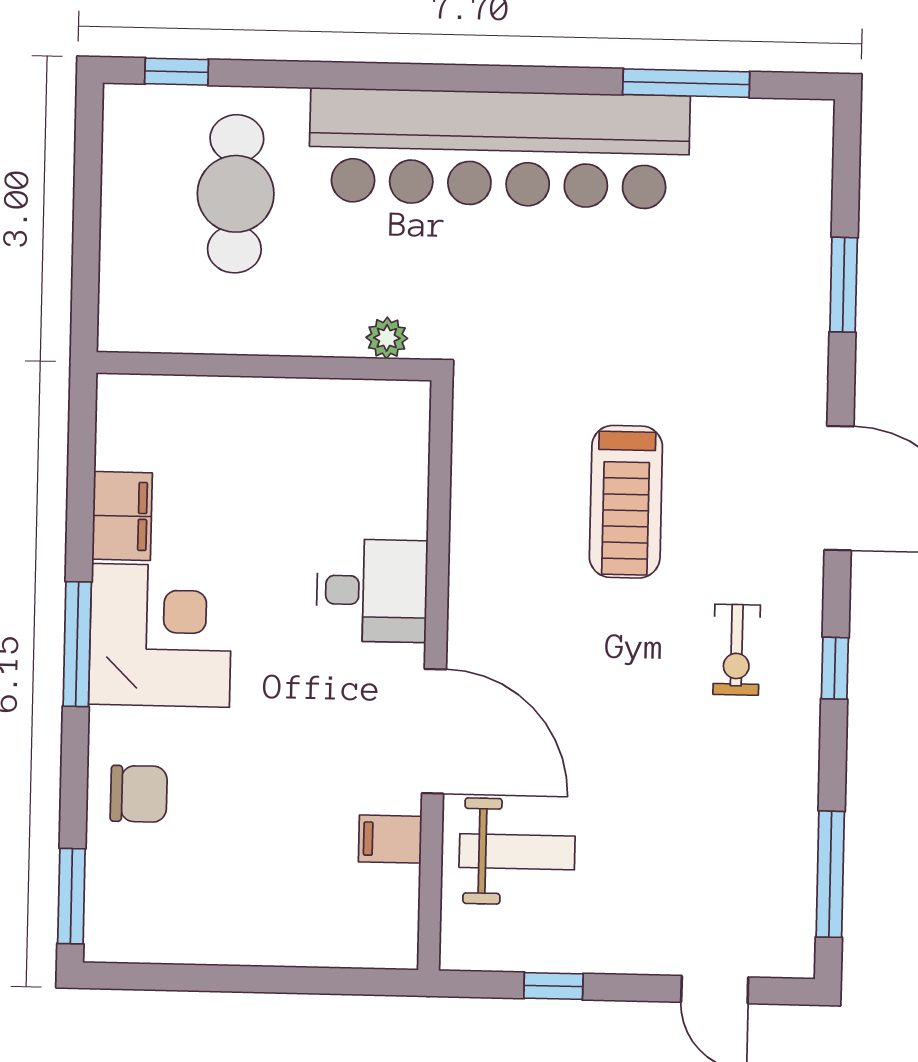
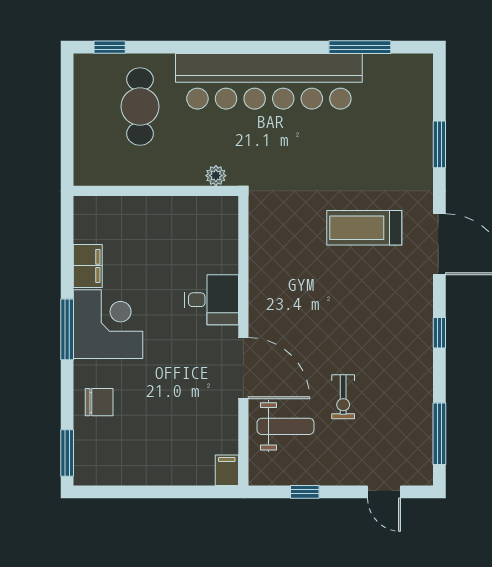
treadmill: (626, 502) -> (364, 228), moved, turned 90
exercise bike: (737, 650) -> (343, 397), moved
filing cabinet: (390, 839) -> (227, 470), moved, turned 90

